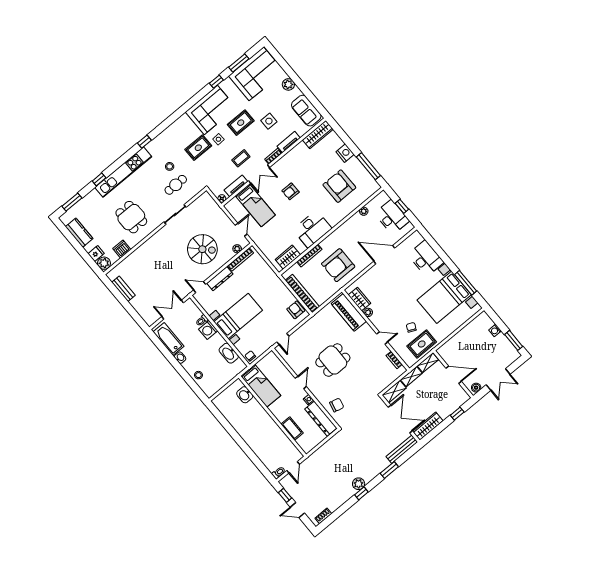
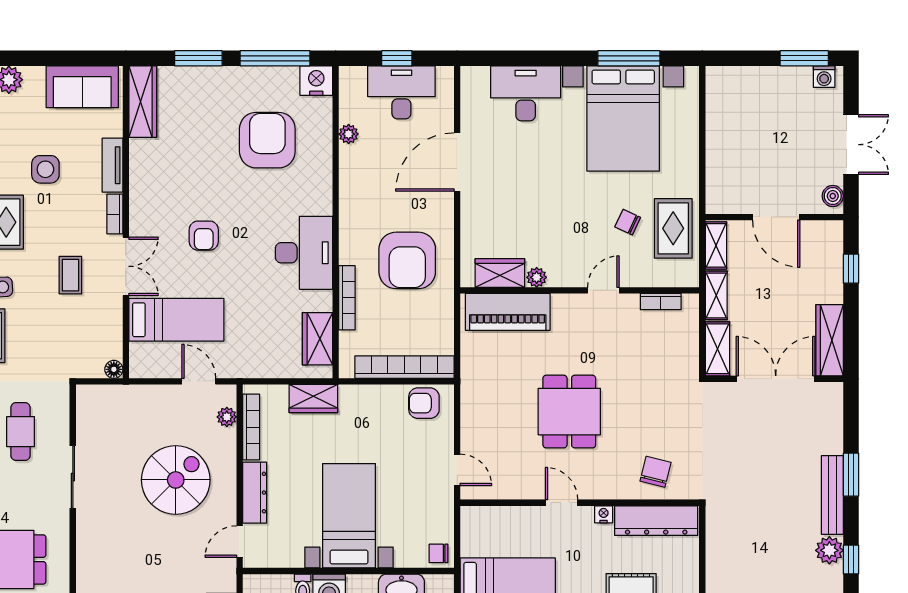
window: (347, 141) -> (198, 58), added
nightstand: (345, 153) -> (316, 81), moved
tv unit: (236, 186) -> (112, 325), removed
armchair: (339, 186) -> (267, 140), turned 90
wardrobe: (267, 272) -> (313, 399), added
washing machine: (495, 330) -> (824, 77), moved
door: (454, 375) -> (776, 217), swing flipped
bench: (402, 449) -> (832, 495), moved

